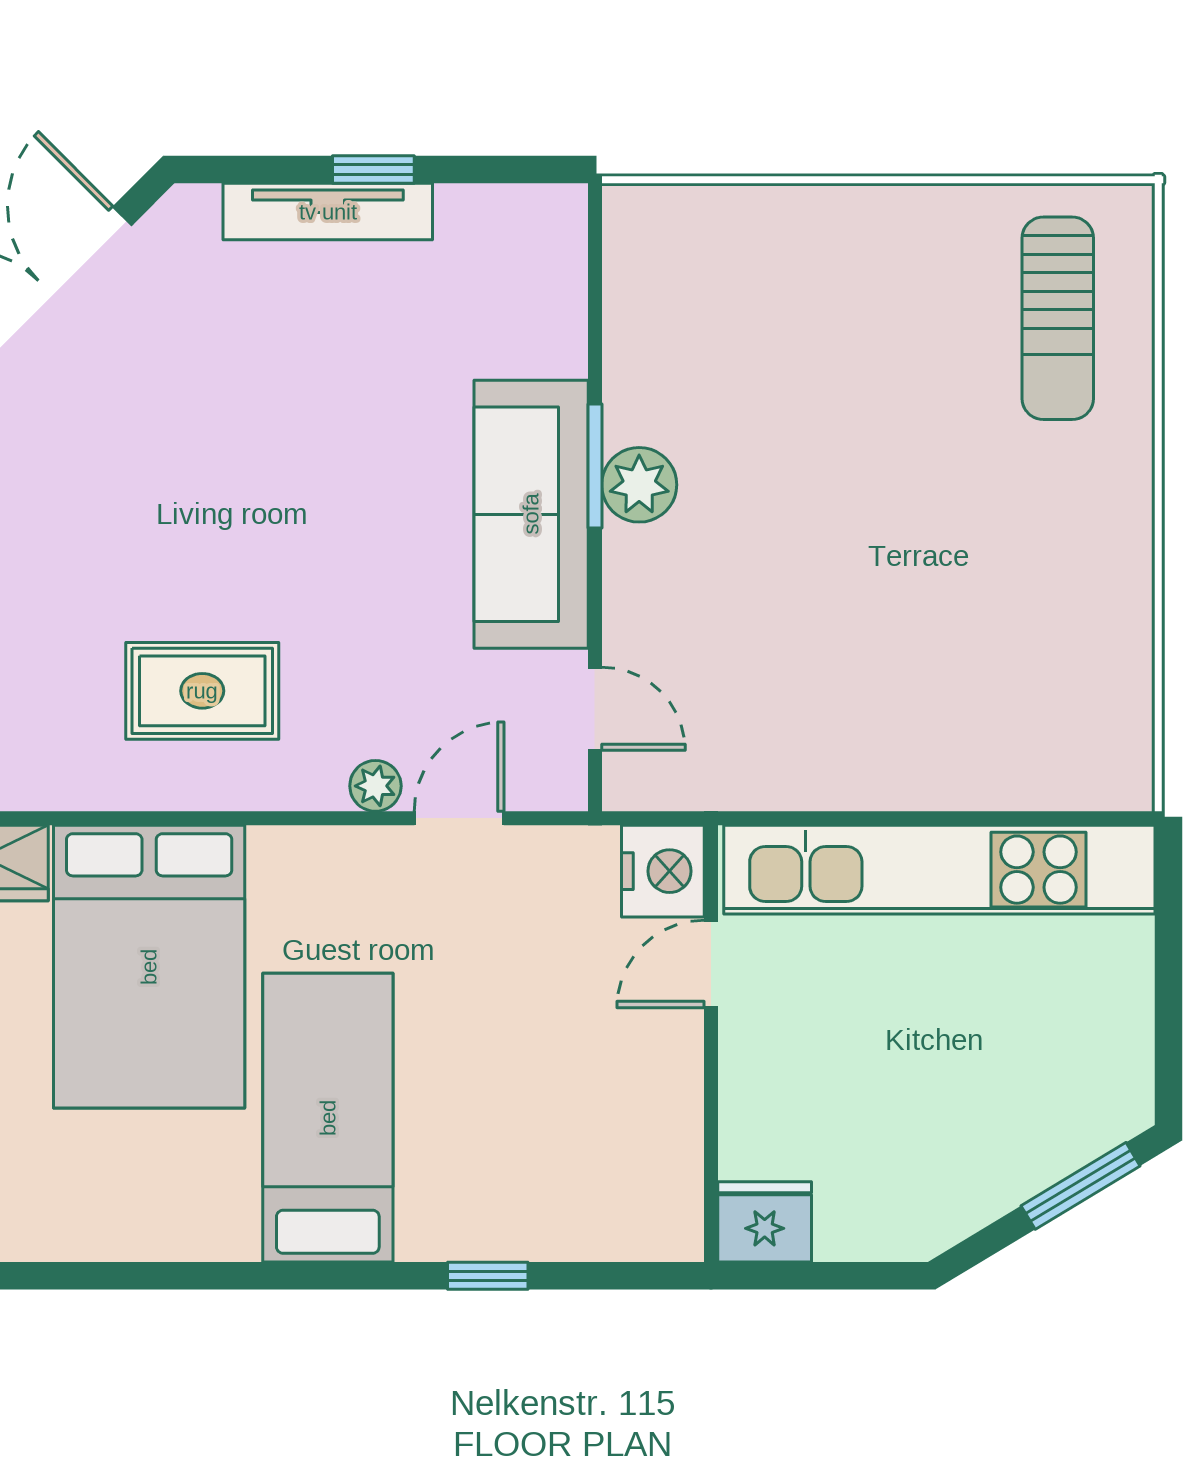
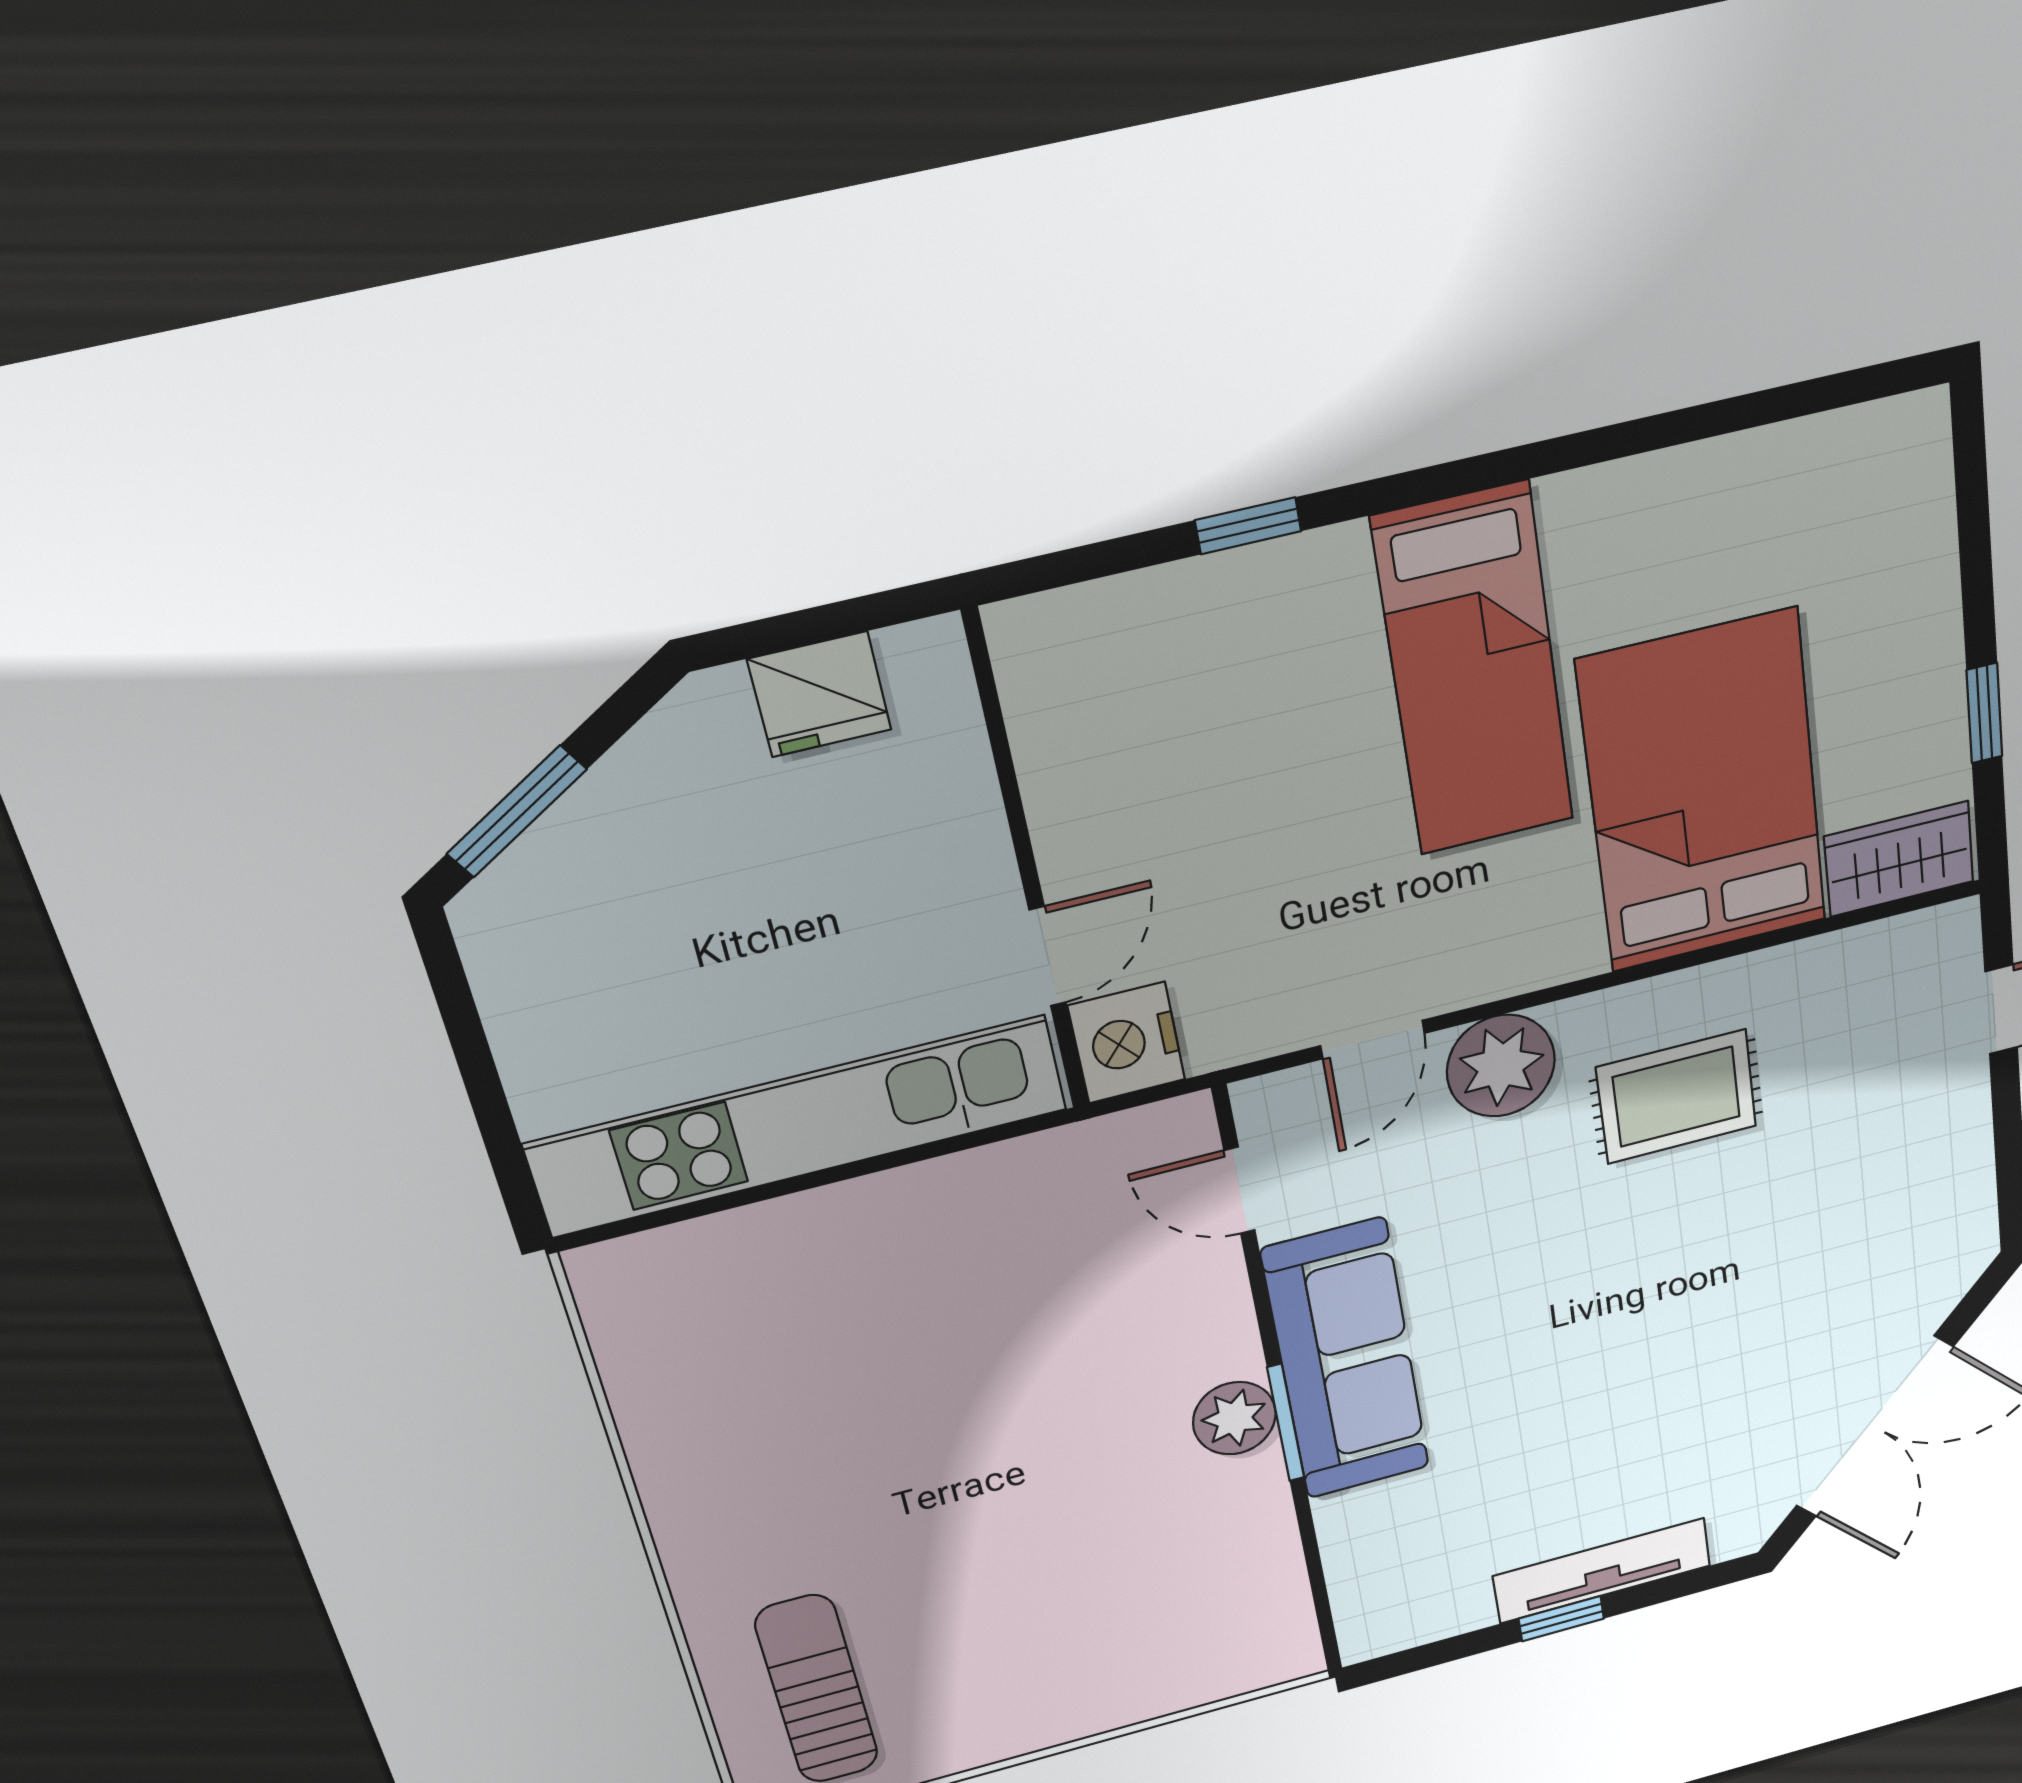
plant: (375, 786) -> (1501, 1066), width x1.88, depth x1.88
fridge: (765, 1222) -> (820, 694), moved

